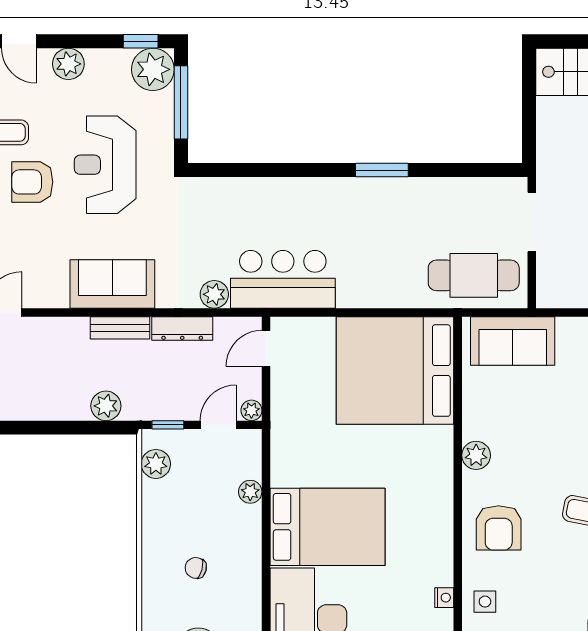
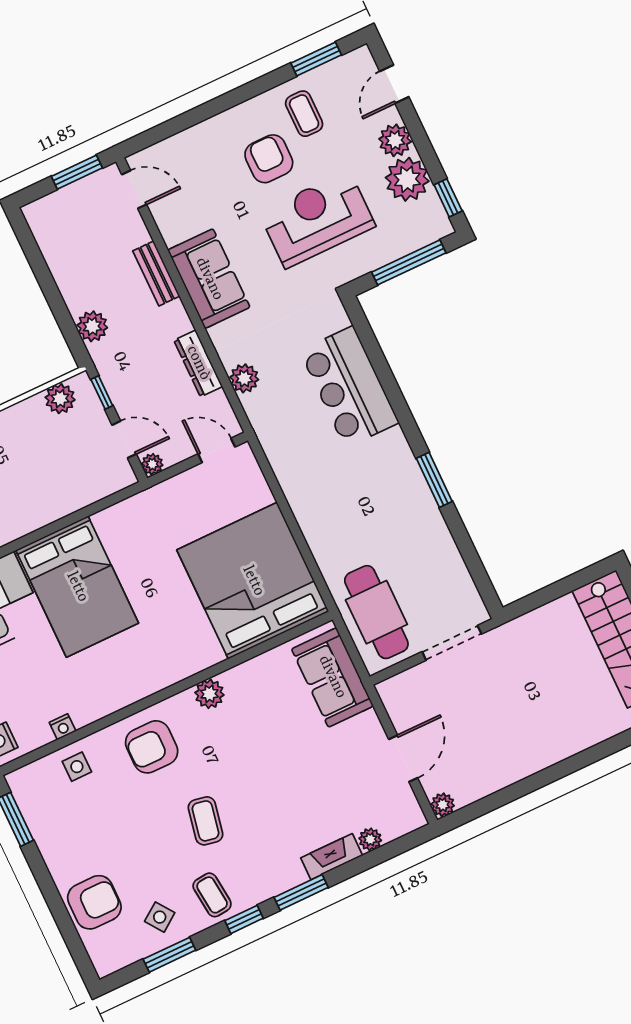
plant: (153, 69) -> (407, 179), moved
bar counter: (283, 279) -> (349, 387), moved, turned 180
bench: (120, 328) -> (156, 273), moved
plant: (250, 492) -> (76, 499), removed

